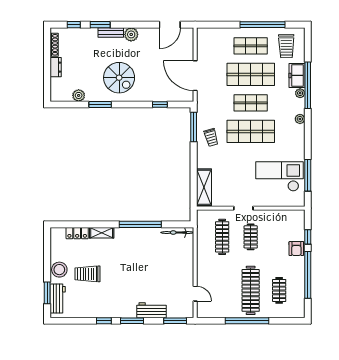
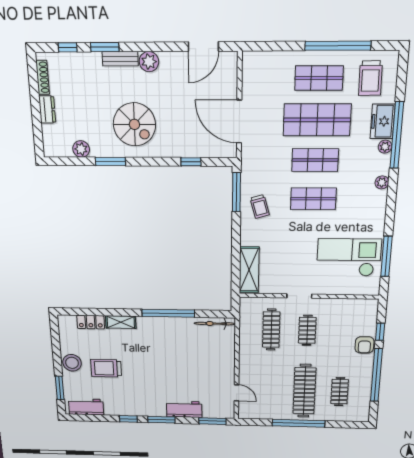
shop shelf: (251, 131) -> (313, 199), width x0.70, depth x0.74
workbench: (58, 299) -> (86, 407), moved, turned -90

